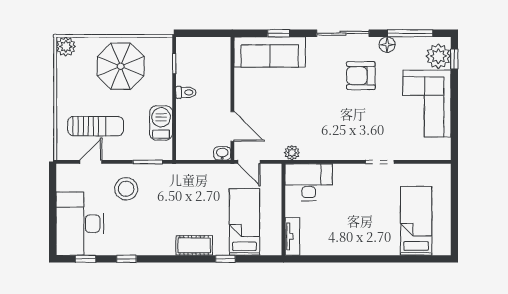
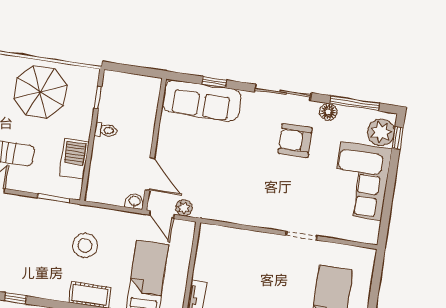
plant: (292, 153) -> (184, 208), moved
desk: (309, 182) -> (222, 246), removed
stool: (126, 189) -> (85, 245), moved

